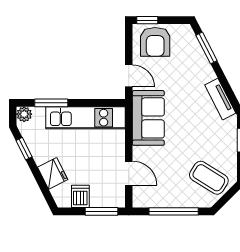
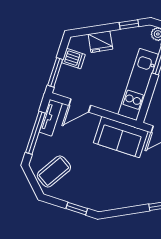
tv unit: (220, 99) -> (51, 118), moved, turned 117

